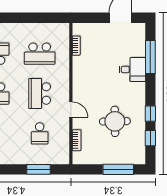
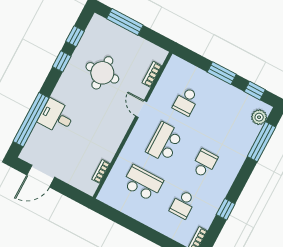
window: (150, 57) -> (31, 120), width x1.46
school desk: (40, 94) -> (164, 142), turned 180
school desk: (40, 133) -> (186, 101), turned 180
window: (38, 169) -> (222, 73), moved

